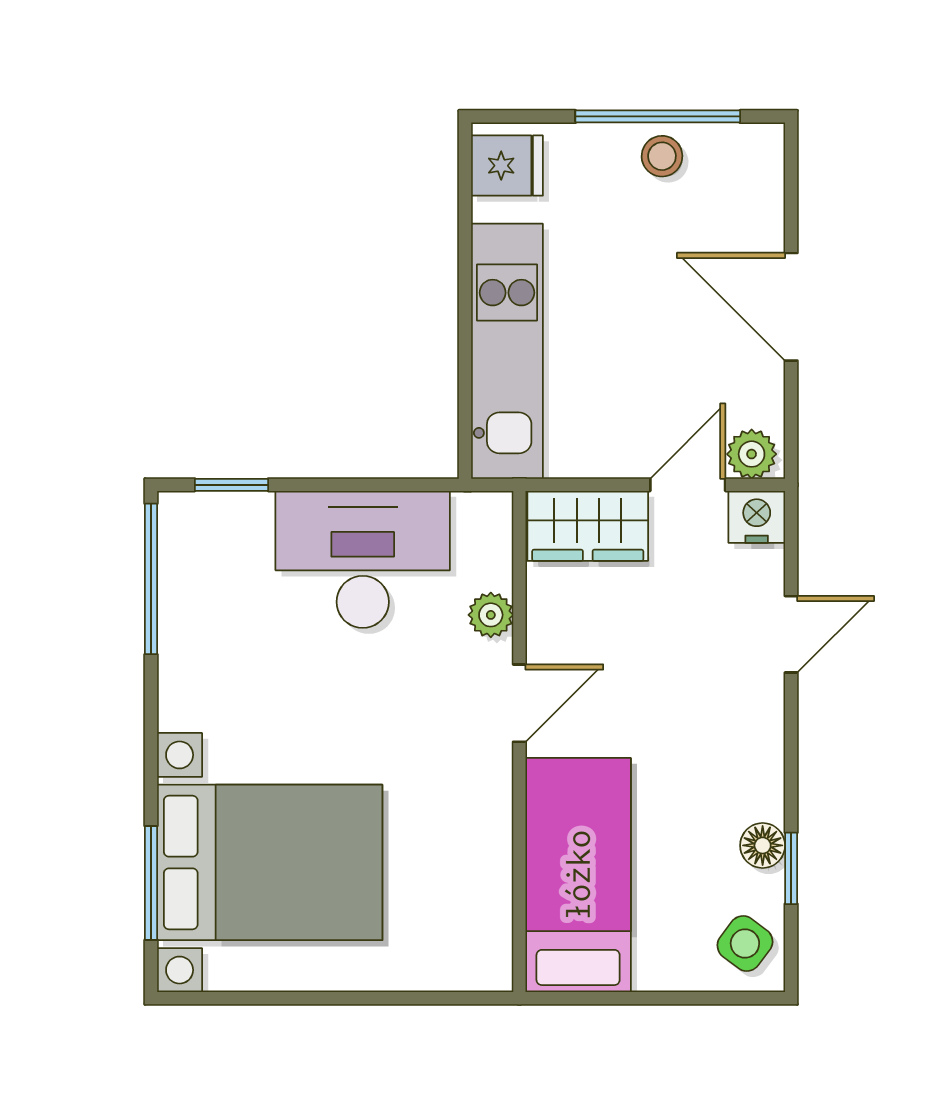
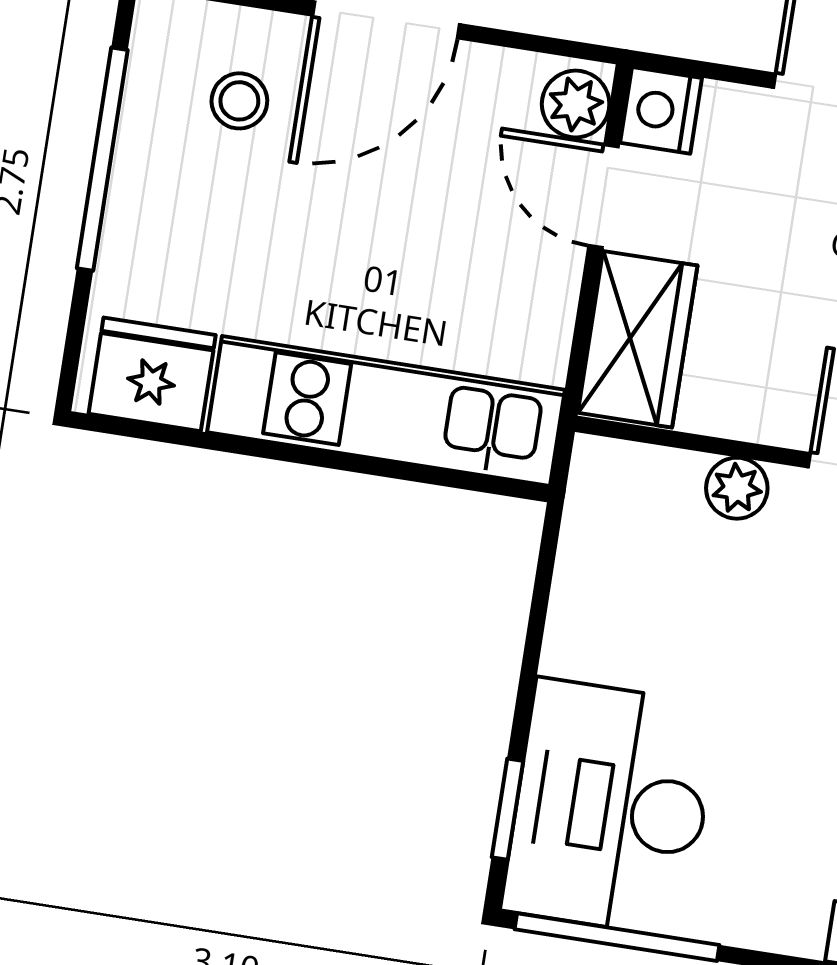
stool: (662, 156) -> (239, 101), moved
fridge: (507, 166) -> (152, 374), width x1.38
desk: (363, 559) -> (610, 808), moved

